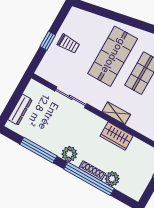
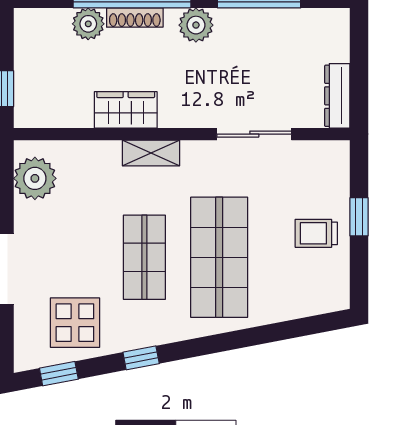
dresser: (20, 110) -> (337, 96), moved

